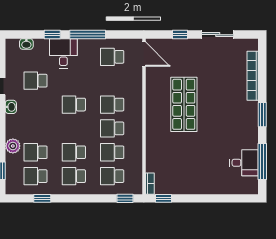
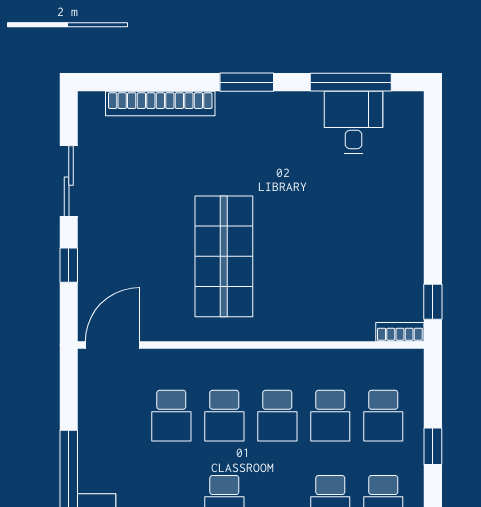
school desk: (112, 57) -> (171, 416), moved
shop shelf: (184, 104) -> (224, 256), turned 90
window: (125, 198) -> (433, 446), moved

